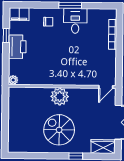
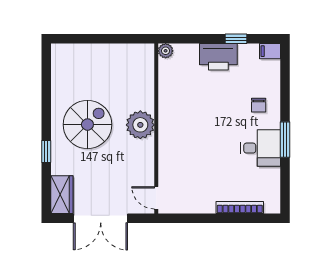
filing cabinet: (19, 14) -> (270, 51), width x0.50

